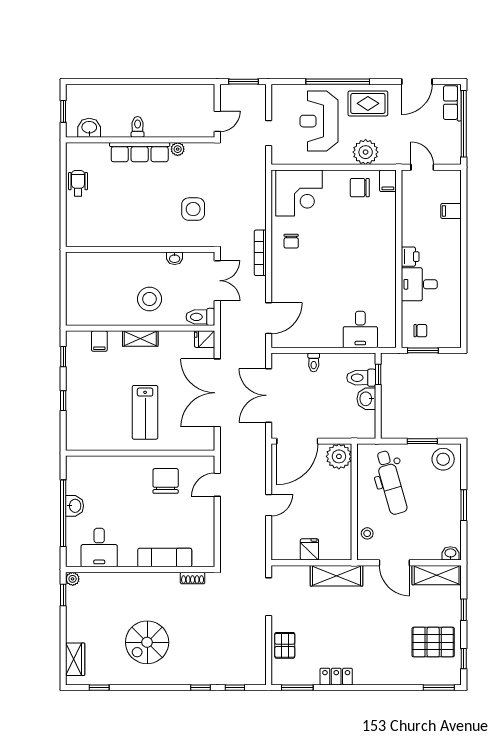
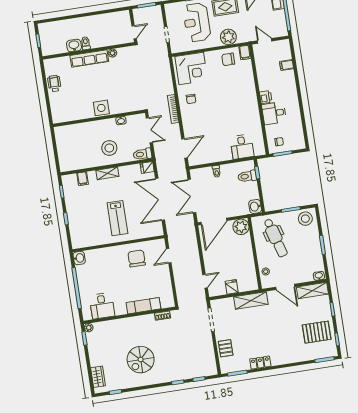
washbasin: (89, 128) -> (74, 46), moved
side table: (193, 209) -> (101, 108), moved
washbasin: (366, 399) -> (255, 206), moved
door: (269, 505) -> (205, 281), moved
washbasin: (75, 506) -> (79, 258), moved

